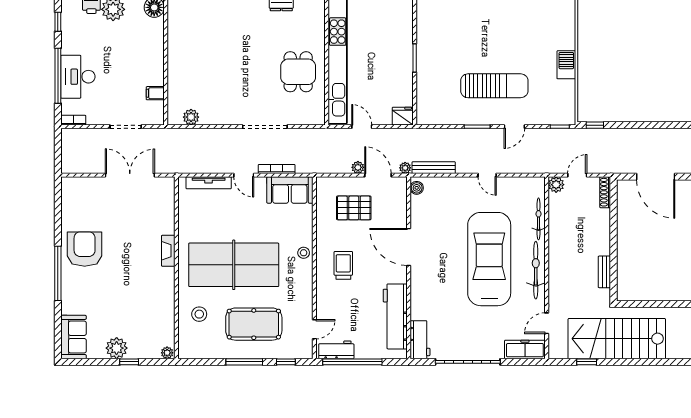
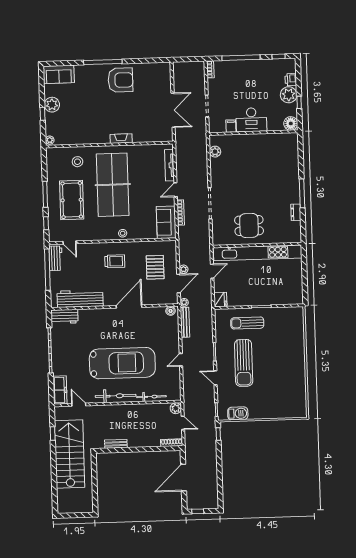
barbecue: (566, 65) -> (238, 413), moved
desk: (78, 77) -> (251, 120), moved, turned 180
sun lounger: (437, 79) -> (247, 323), added

